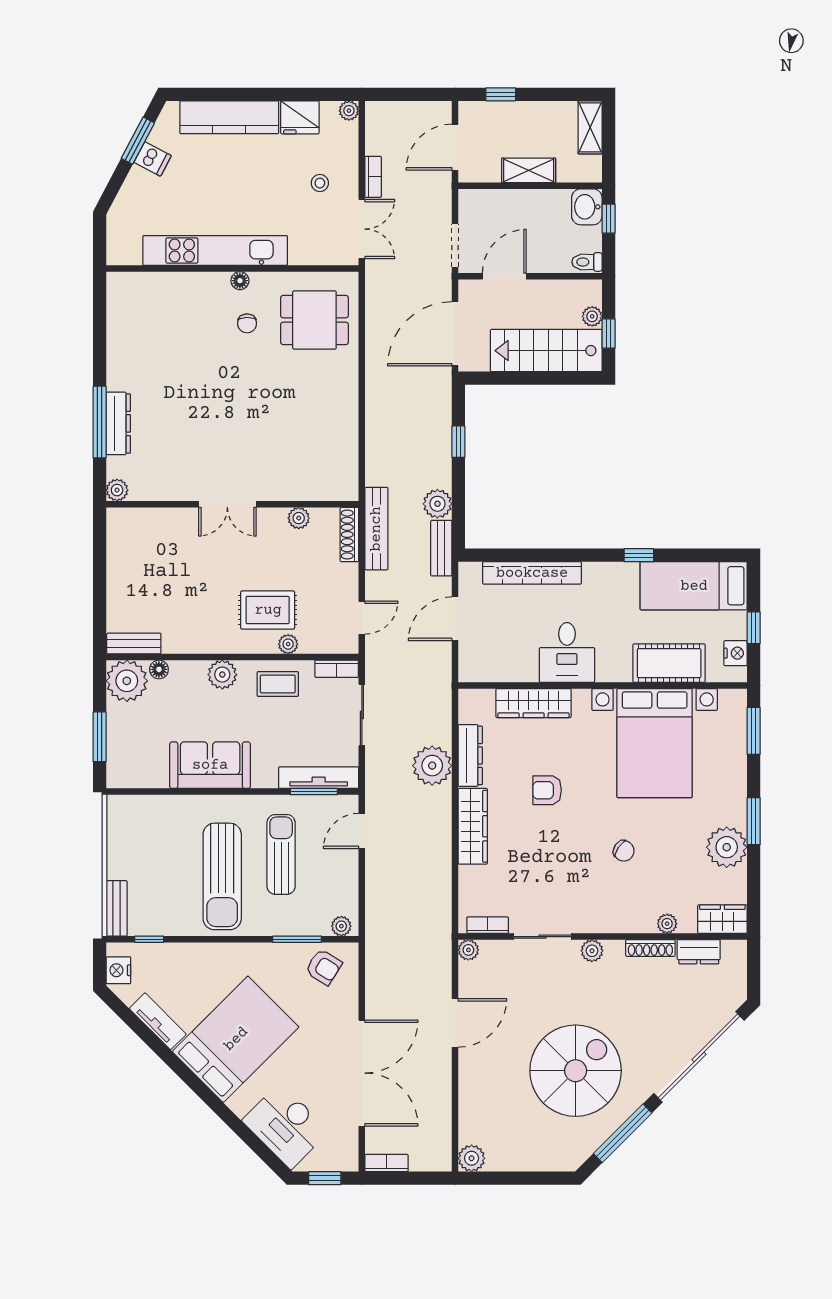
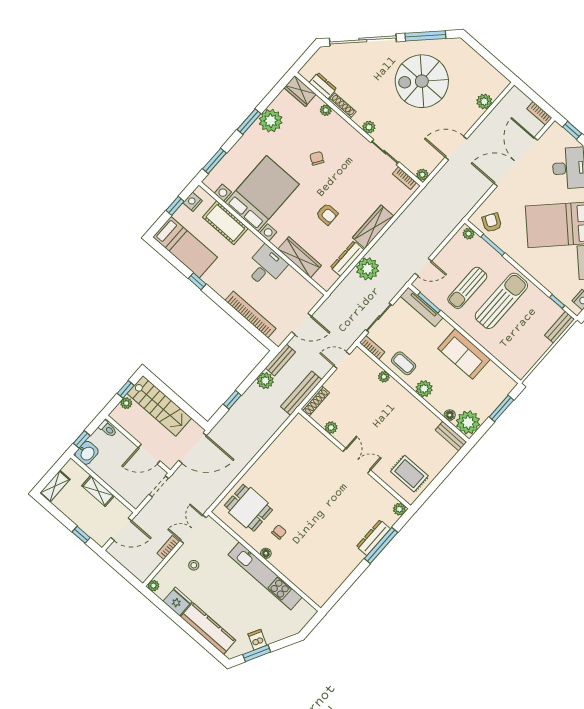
rug: (268, 610) -> (409, 474), moved
plant: (472, 1158) -> (484, 101), moved

